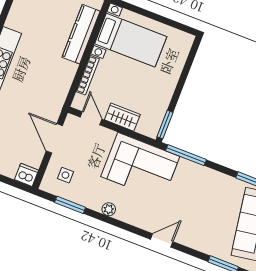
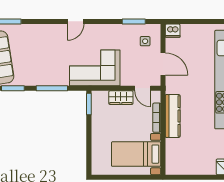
kitchen counter: (81, 34) -> (173, 116), moved
window: (186, 155) -> (52, 88), moved
plant: (109, 209) -> (105, 29), removed
door: (162, 240) -> (76, 21), moved

